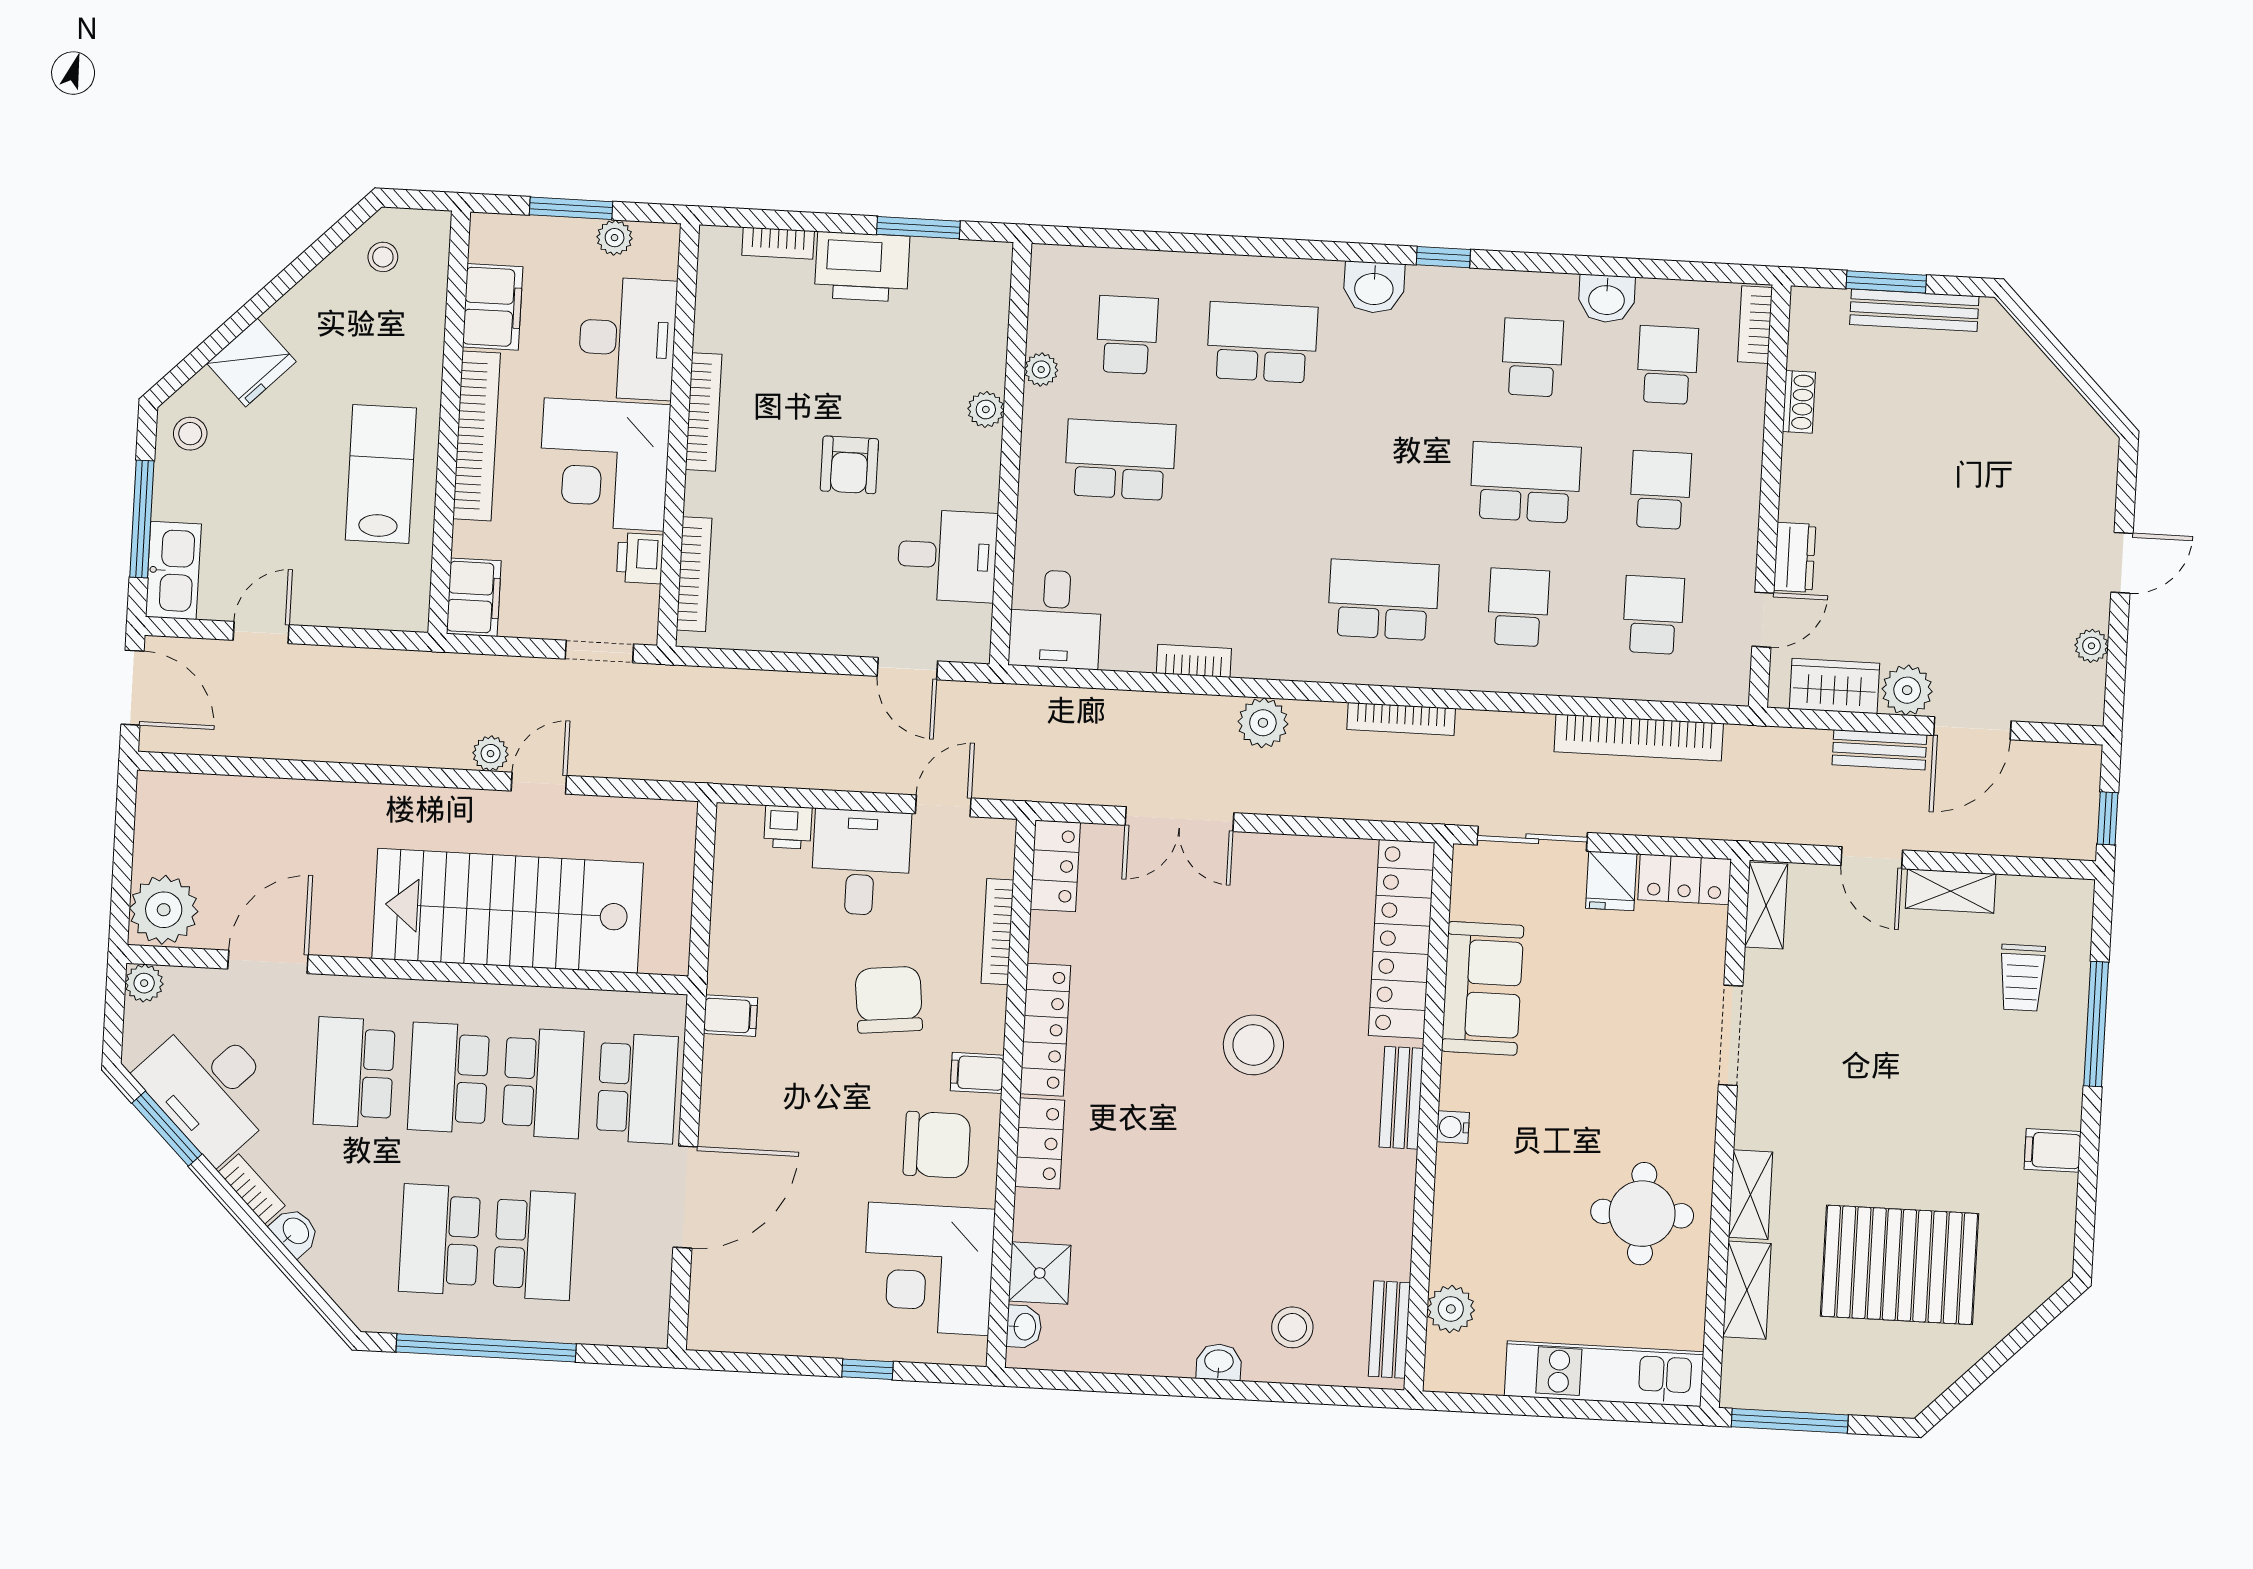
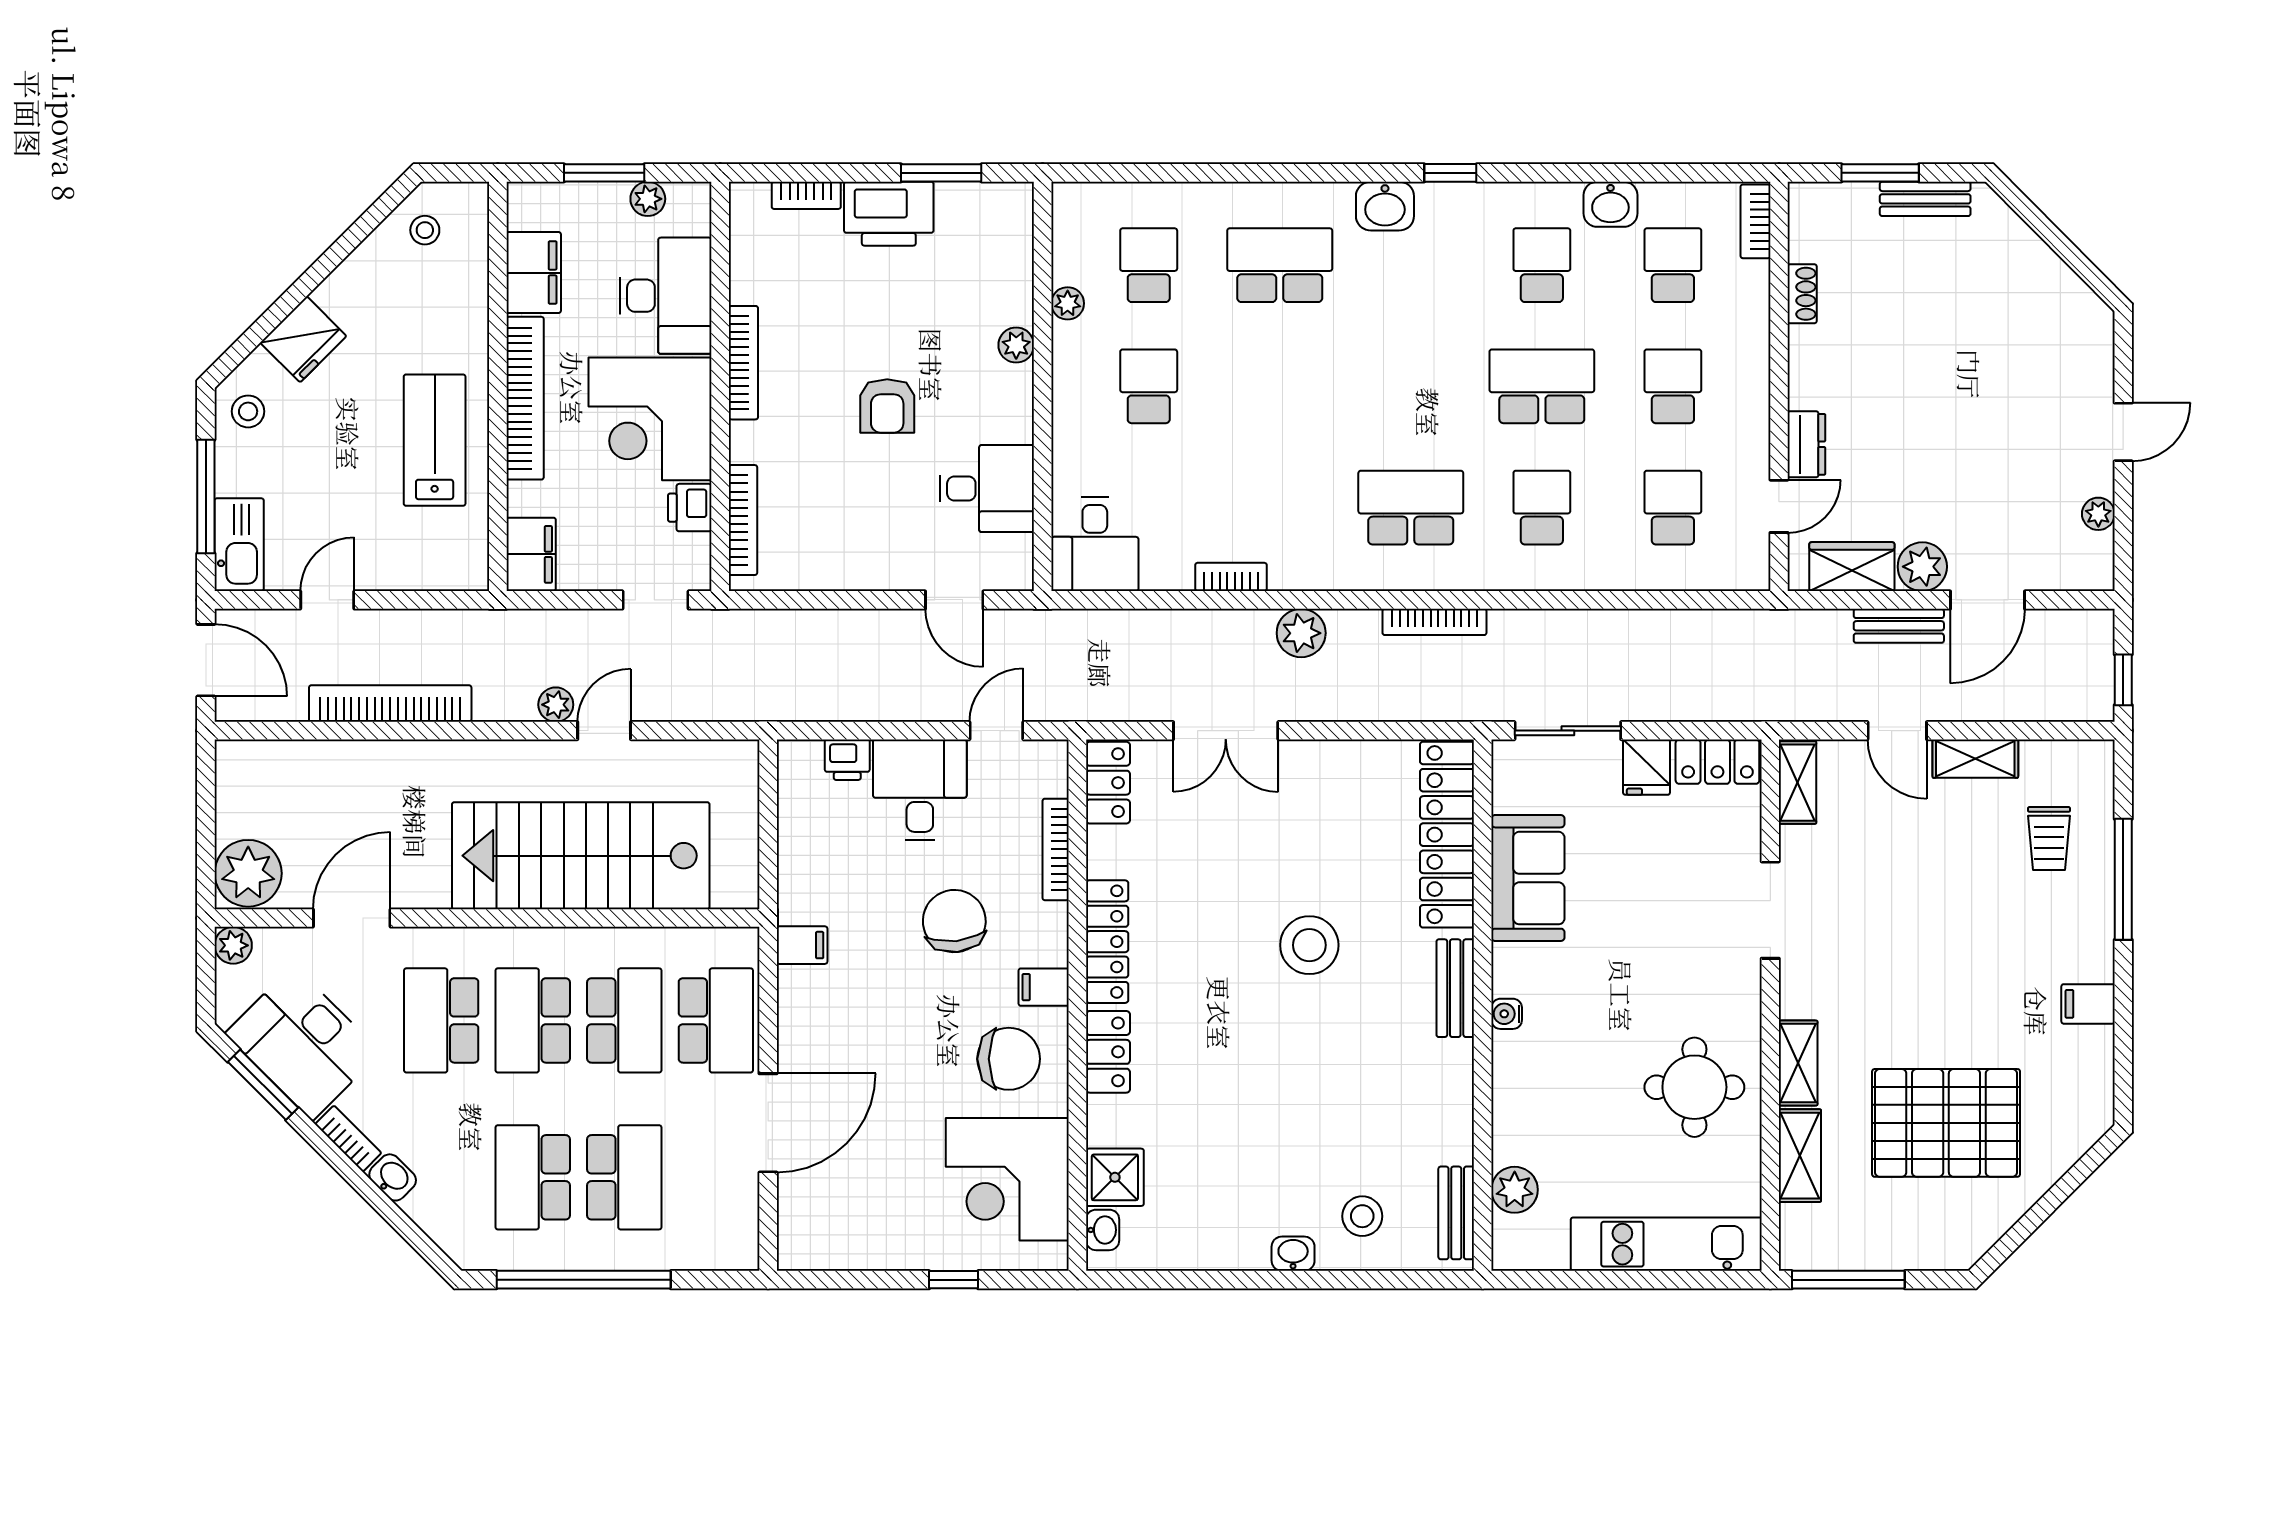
bench: (1914, 310) -> (1925, 199), width x0.73
school desk: (1120, 460) -> (1149, 386), width x0.54
bookcase: (1639, 738) -> (390, 704), moved, turned 180

